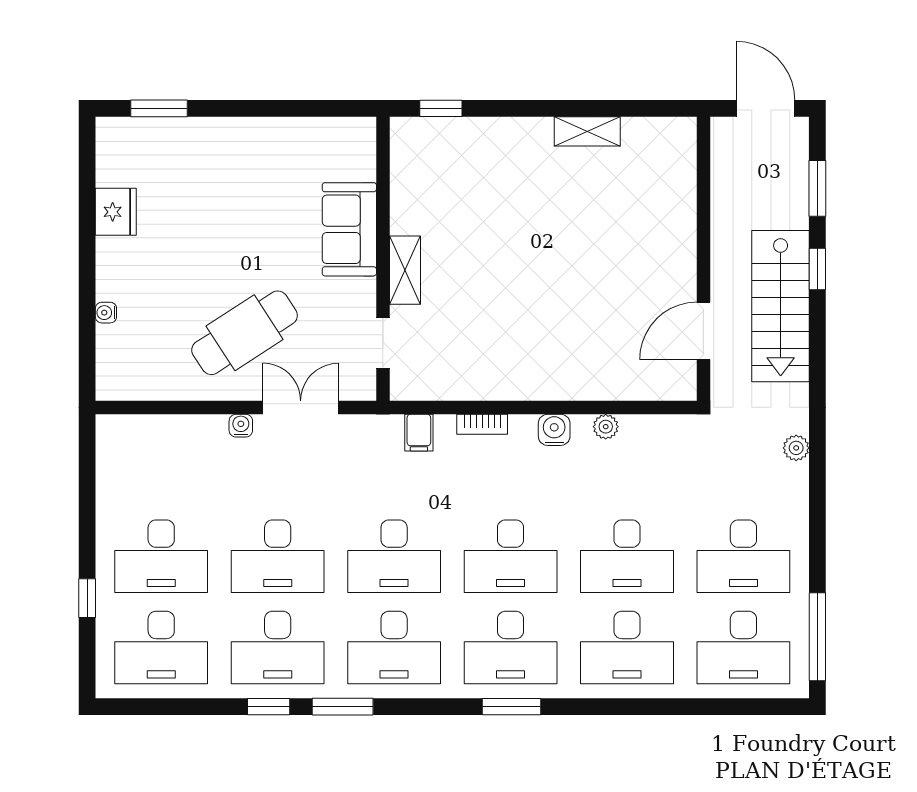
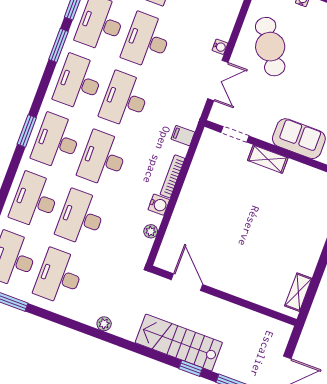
shelving: (587, 131) -> (298, 292), moved
wall: (703, 259) -> (223, 296), moved
door: (703, 331) -> (187, 282), moved
cafe table: (245, 333) -> (270, 47), moved
bookcase: (482, 424) -> (173, 176), width x1.56

